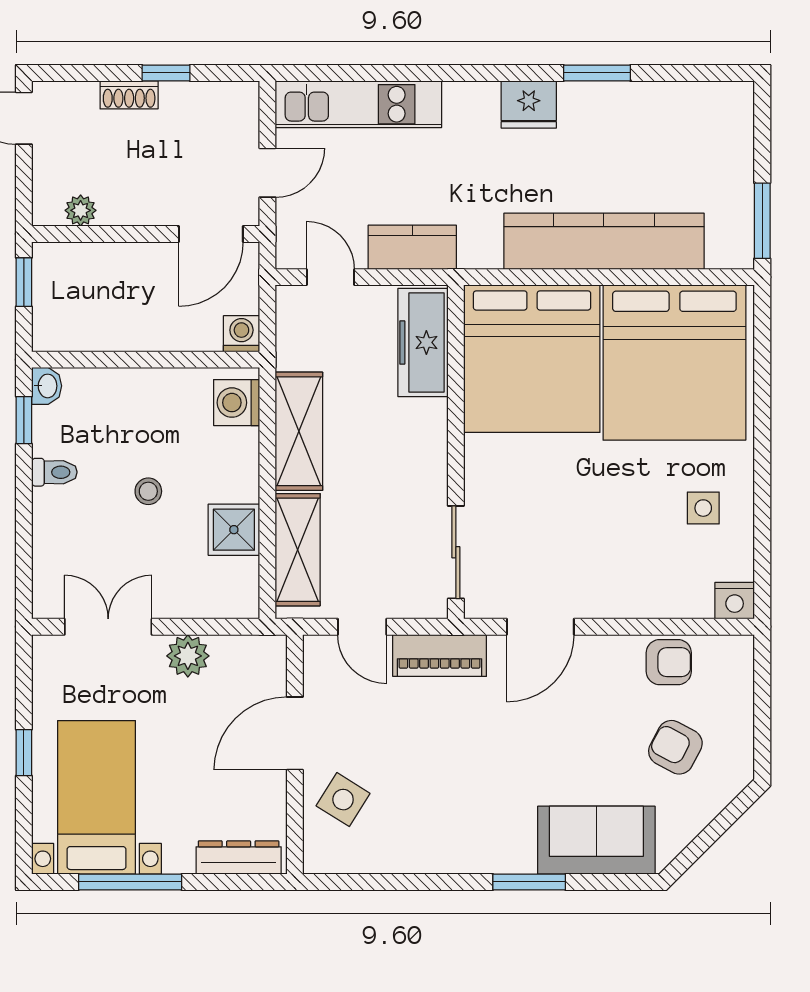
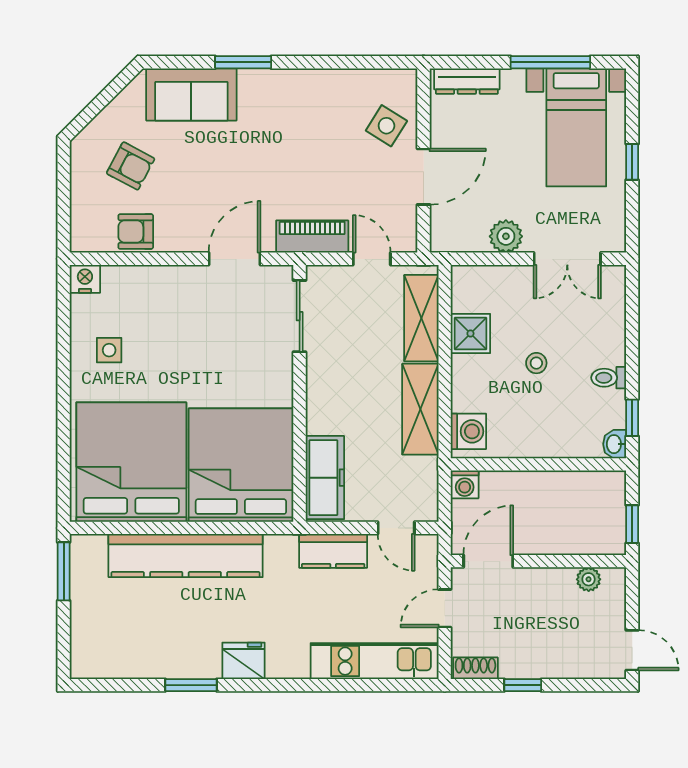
shoe rack: (129, 95) -> (475, 668), moved

